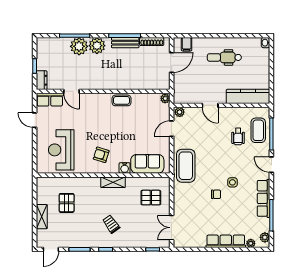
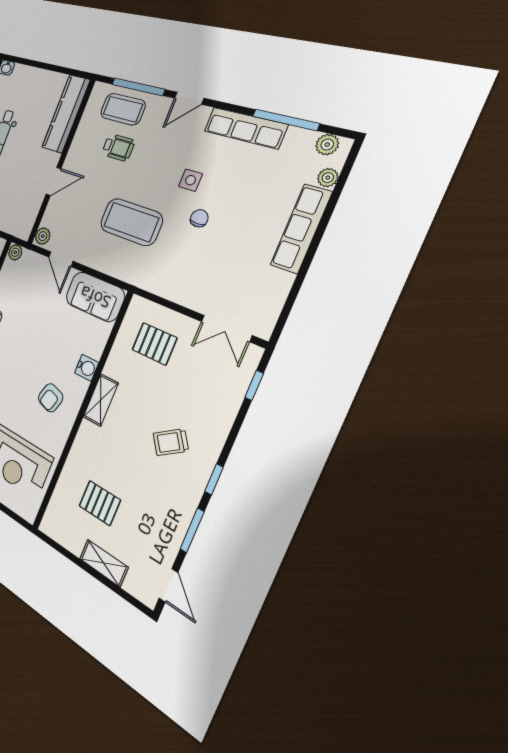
sofa: (147, 164) -> (95, 297), moved, turned -90
coffee table: (186, 166) -> (131, 222), moved
pallet: (151, 198) -> (154, 344), turned 90

